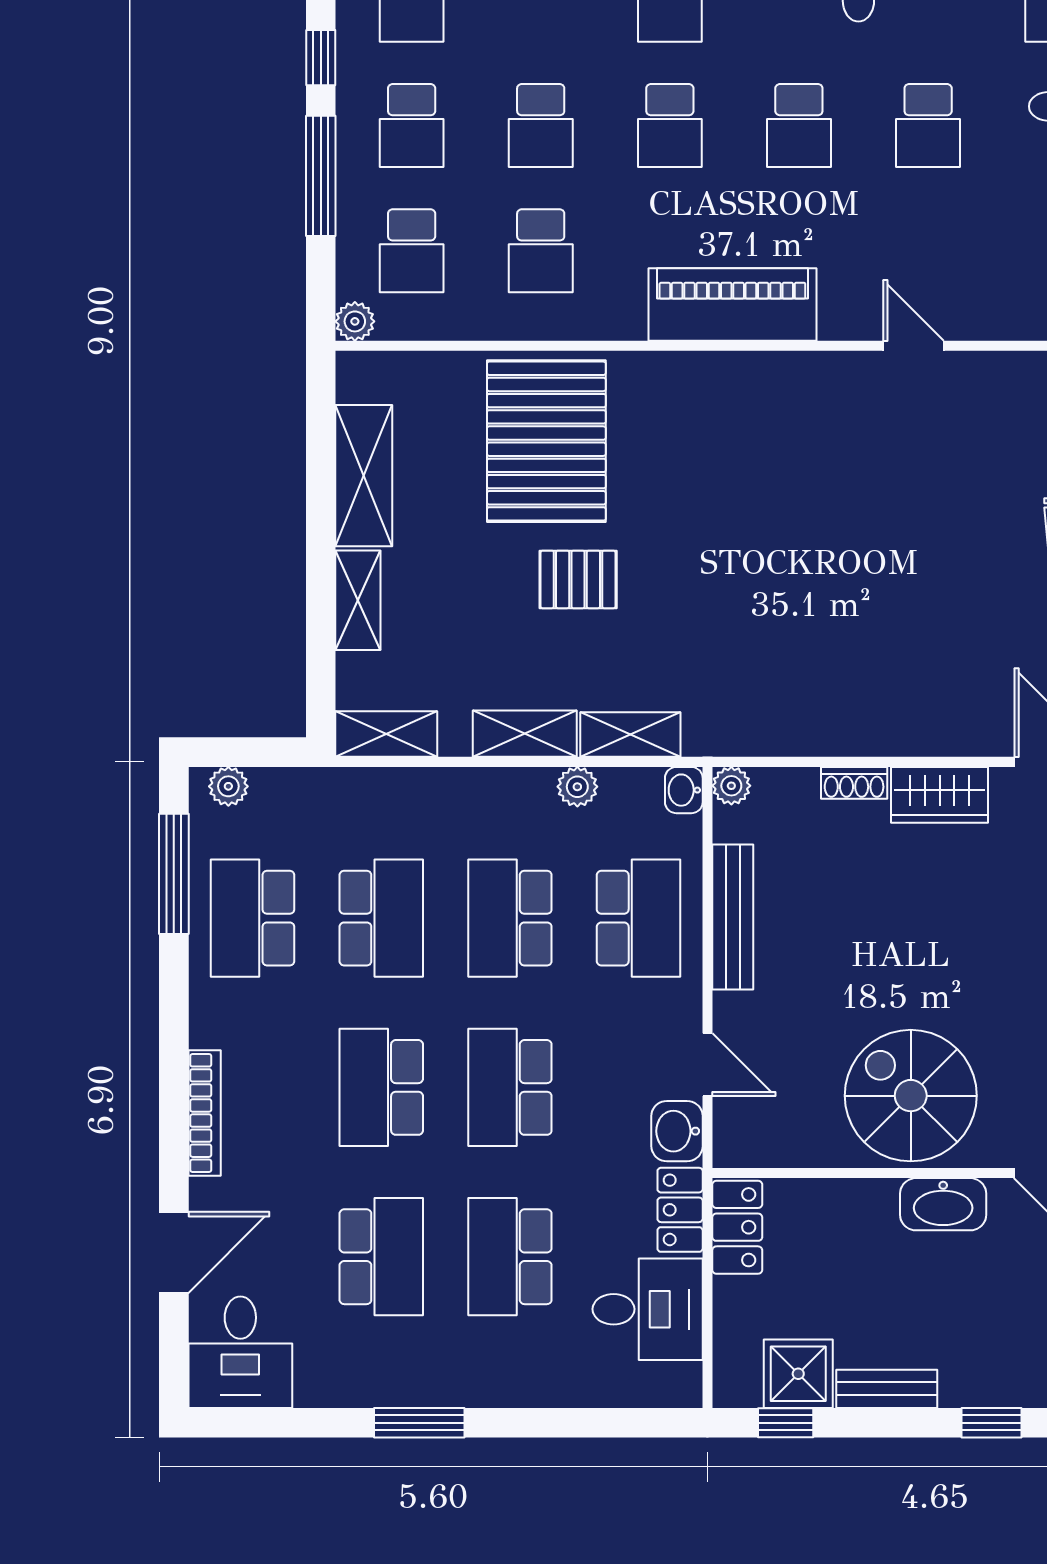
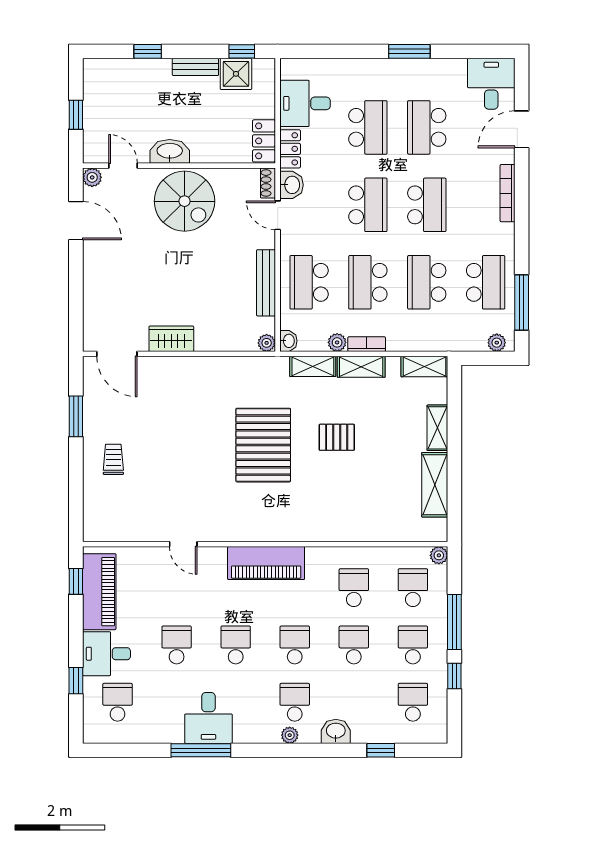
pallet: (546, 441) -> (263, 445), moved
bookcase: (513, 783) -> (367, 344), added
shoe rack: (854, 783) -> (268, 183), moved, turned -90
school desk: (510, 918) -> (368, 282), turned 180

